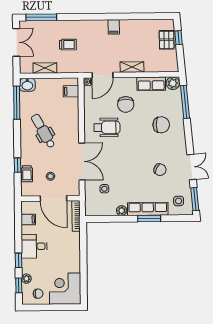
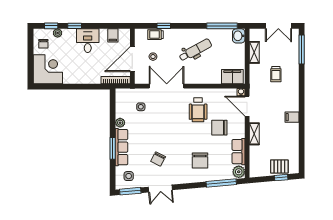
filing cabinet: (71, 91) -> (232, 77), width x2.00
double door: (82, 161) -> (167, 86), swing flipped

